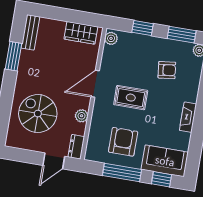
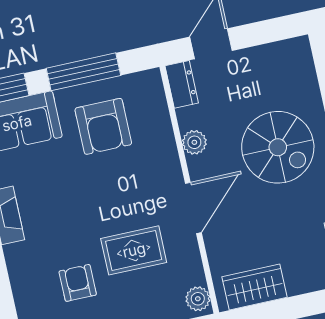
armchair: (167, 70) -> (78, 283), turned 97
rug: (131, 98) -> (134, 250), moved
spiral stairs: (38, 114) -> (278, 147), moved

